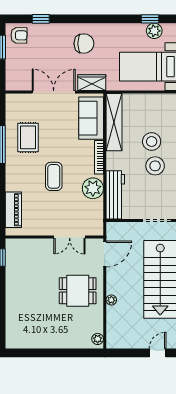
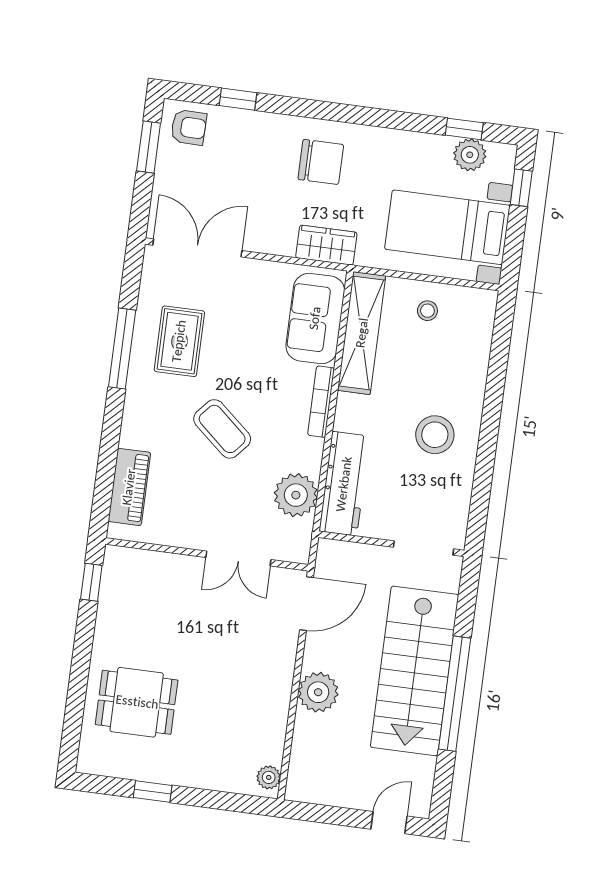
double door: (54, 92) -> (197, 248), moved
stool: (152, 141) -> (427, 311), moved, width x0.53, depth x0.53
coffee table: (54, 176) -> (222, 429), turned -49
plant: (93, 188) -> (296, 495), moved
dining table: (78, 291) -> (137, 702), moved
plant: (111, 300) -> (318, 692), width x1.87, depth x1.87
window: (43, 353) -> (153, 791), added

